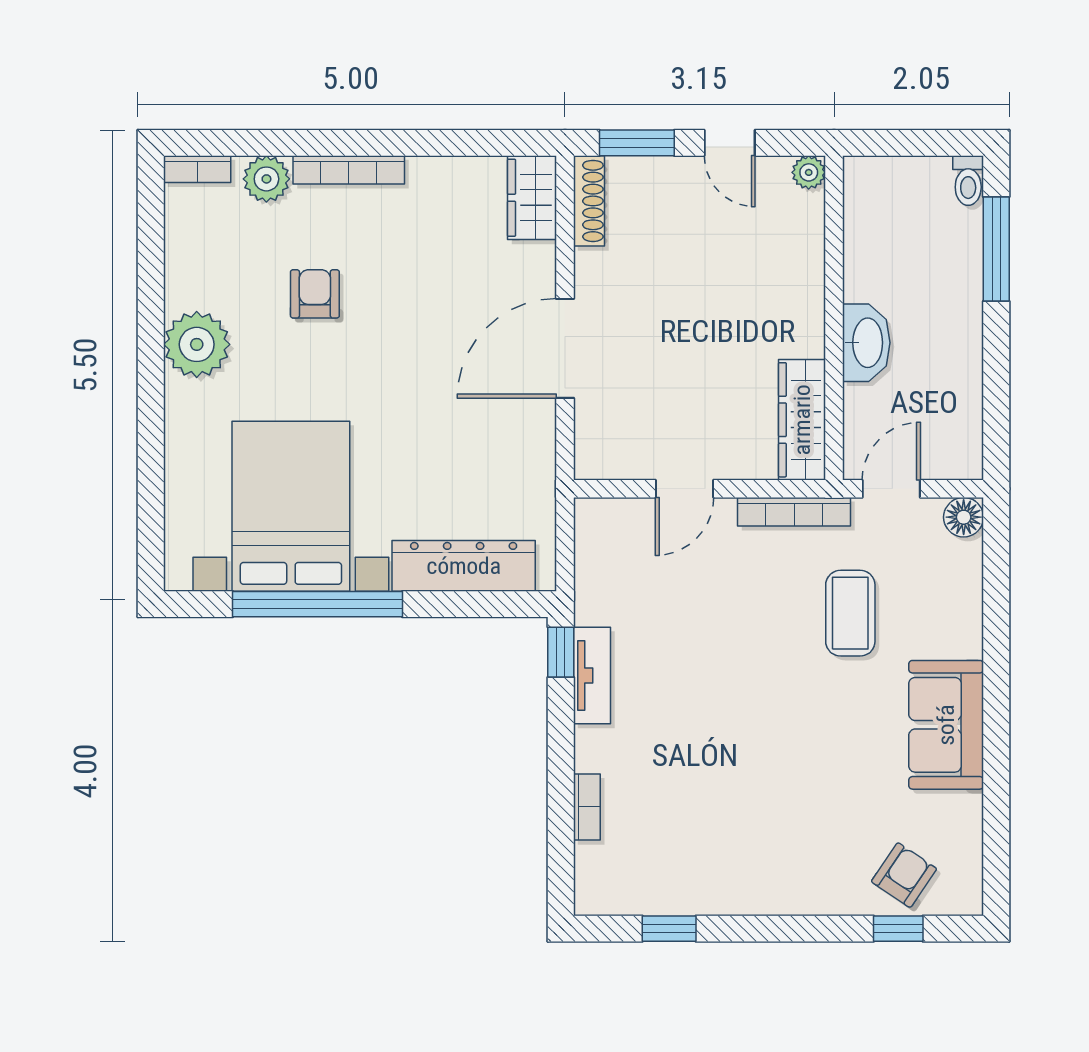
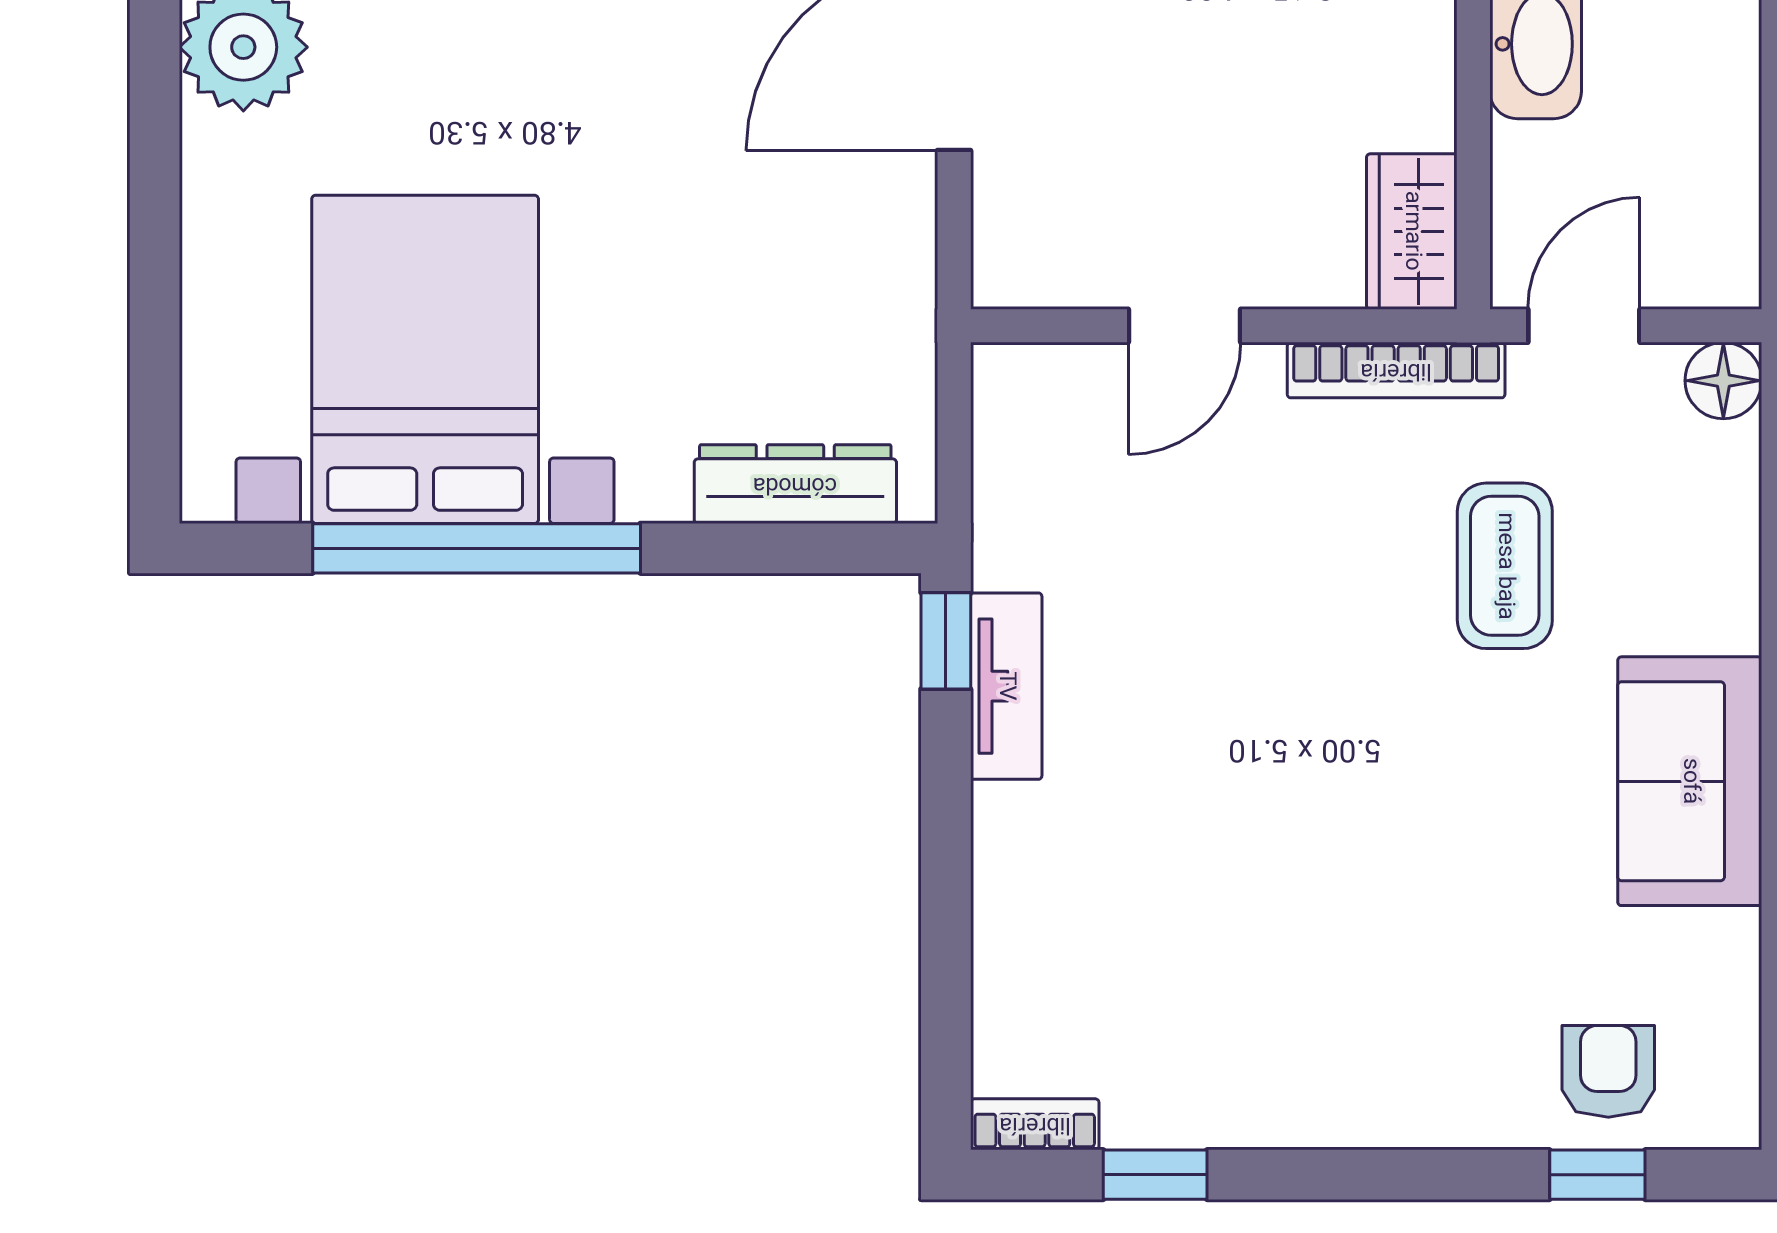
wardrobe: (802, 420) -> (1412, 231), width x0.67
dresser: (464, 566) -> (795, 484), width x0.73, depth x0.80
bookcase: (587, 807) -> (1035, 1124), moved, turned -90
armchair: (904, 875) -> (1608, 1071), turned -34

